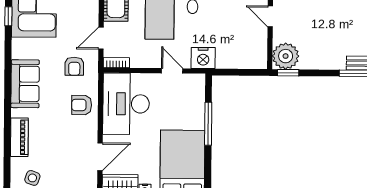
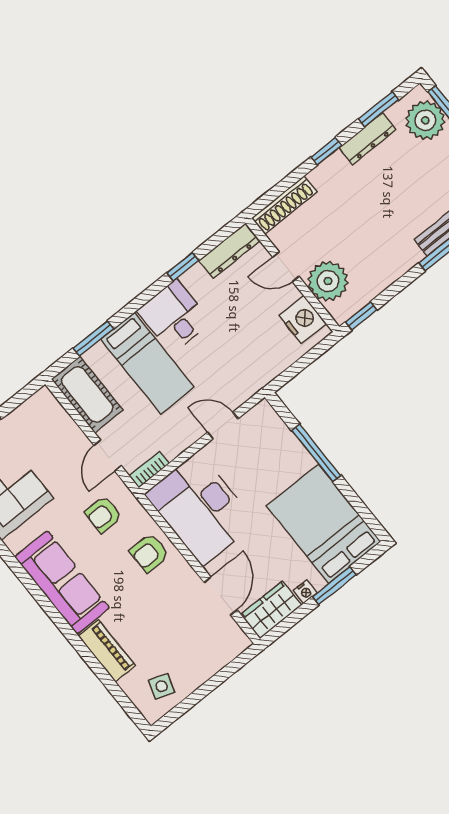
plant: (286, 56) -> (328, 281), moved
nightstand: (203, 58) -> (303, 320), moved, turned -90
armchair: (74, 66) -> (103, 514), turned 90
sofa: (25, 84) -> (62, 582), width x1.36

